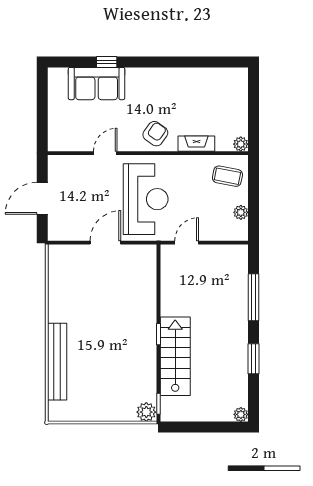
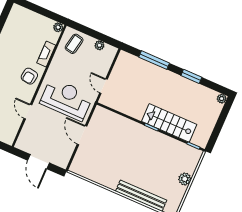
armchair: (155, 134) -> (29, 76), turned -118
plant: (146, 412) -> (185, 179), moved

